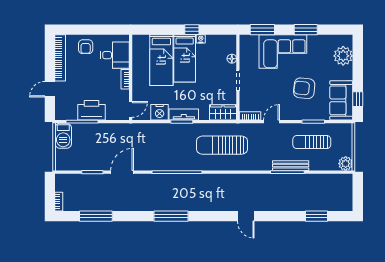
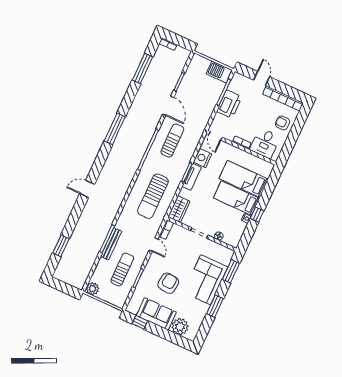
sofa: (341, 100) -> (156, 314), moved
sun lounger: (222, 145) -> (153, 196), turned 180
sun lounger: (156, 151) -> (172, 140), added

